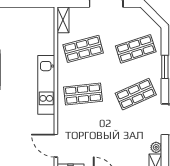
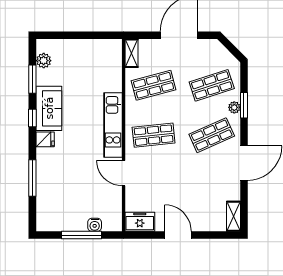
door: (56, 146) -> (124, 173), moved
plant: (156, 147) -> (234, 107), moved

